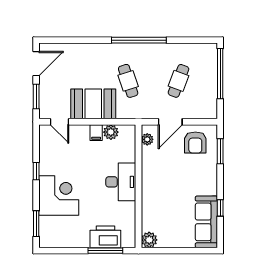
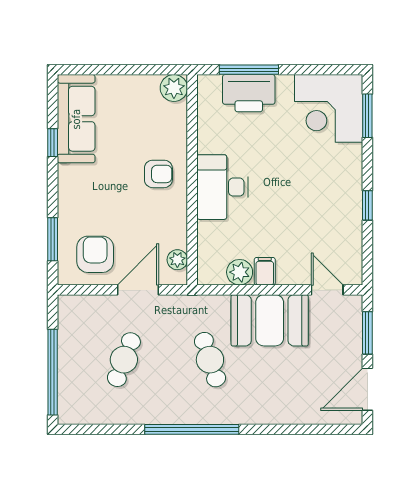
armchair: (158, 190) -> (158, 174), added
corner desk: (59, 196) -> (329, 108), moved

